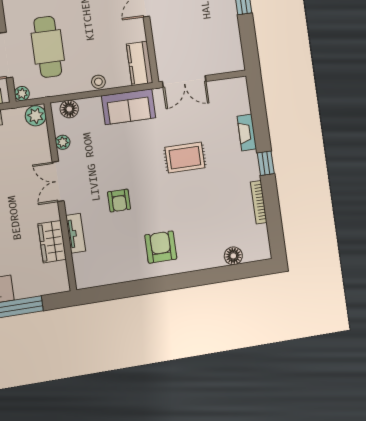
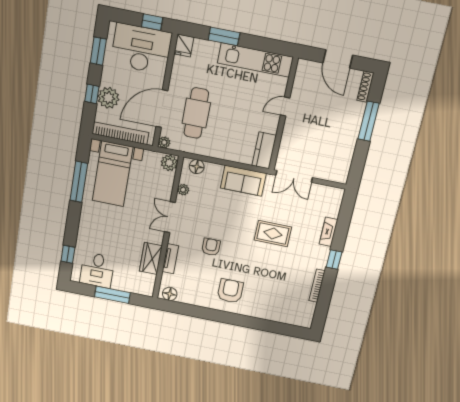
stool: (98, 82) -> (227, 154), removed
armchair: (119, 201) -> (211, 247), turned 180
floor lamp: (233, 256) -> (170, 294), moved

